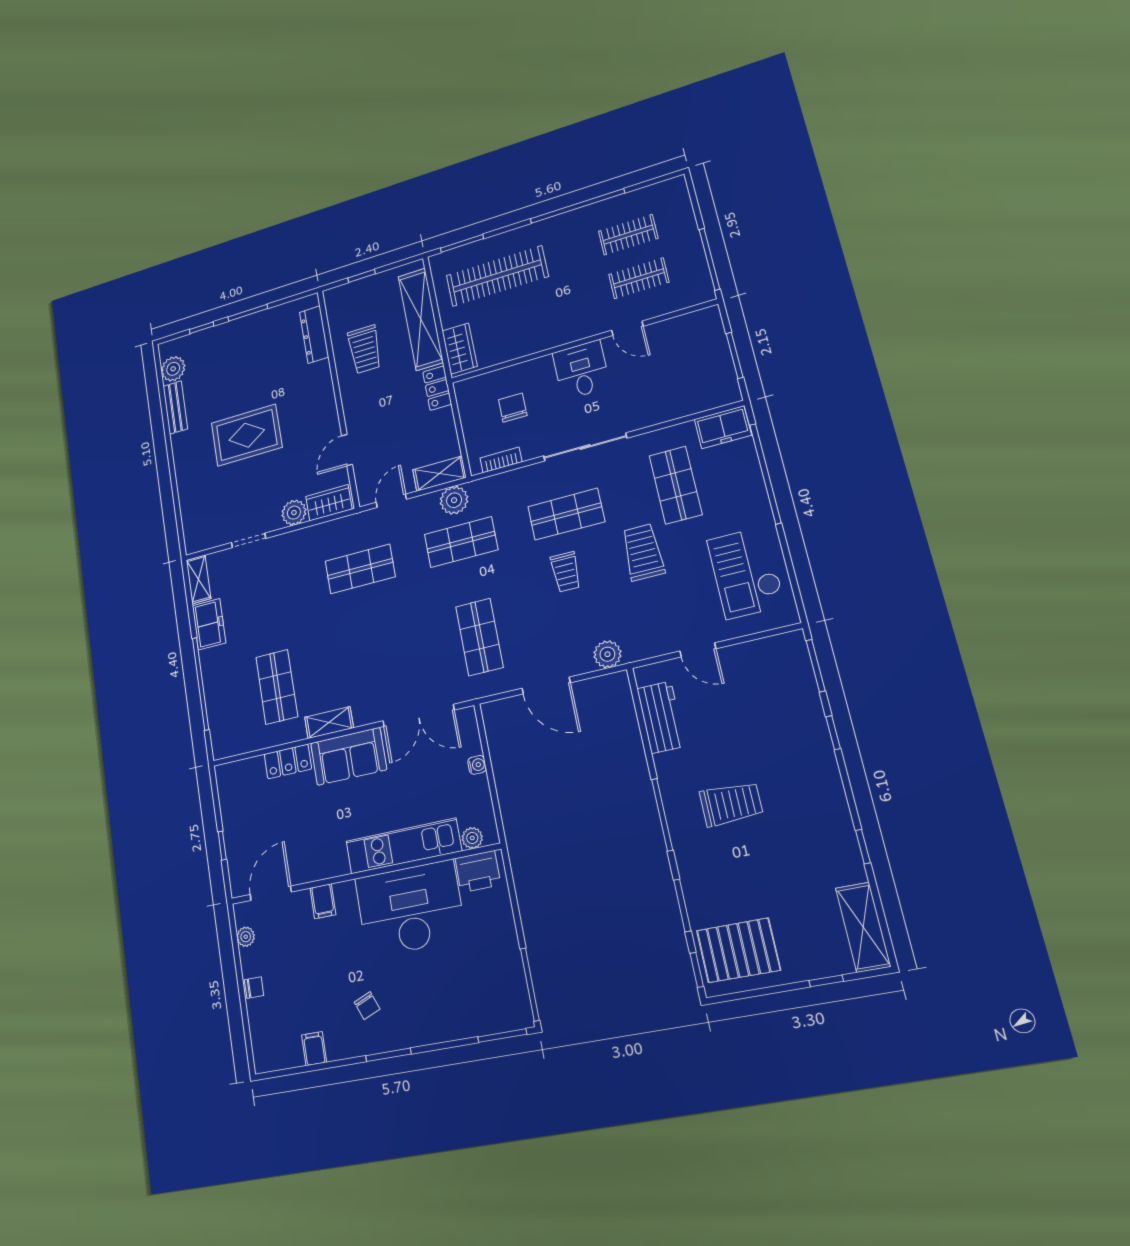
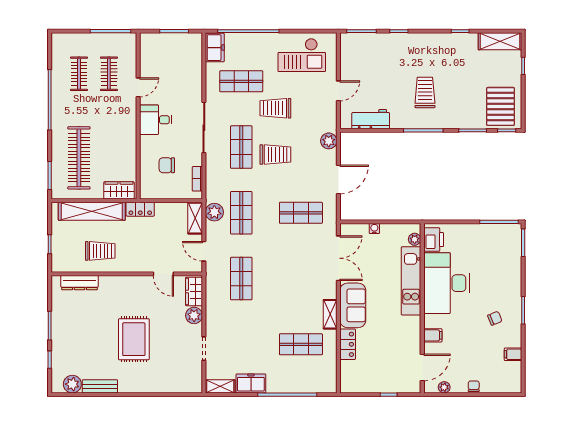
trolley: (566, 572) -> (275, 155), width x1.36, depth x1.39
door: (271, 893) -> (422, 367), swing flipped

